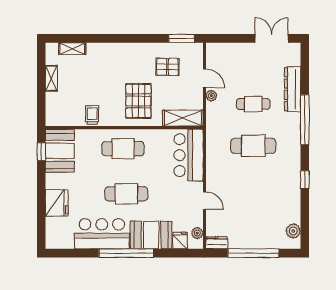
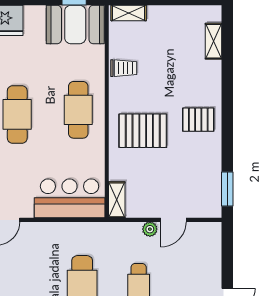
pallet: (168, 67) -> (198, 120), moved, turned 90
shelving: (51, 78) -> (129, 13), moved
shelving: (183, 118) -> (117, 200), width x0.67, depth x0.75

